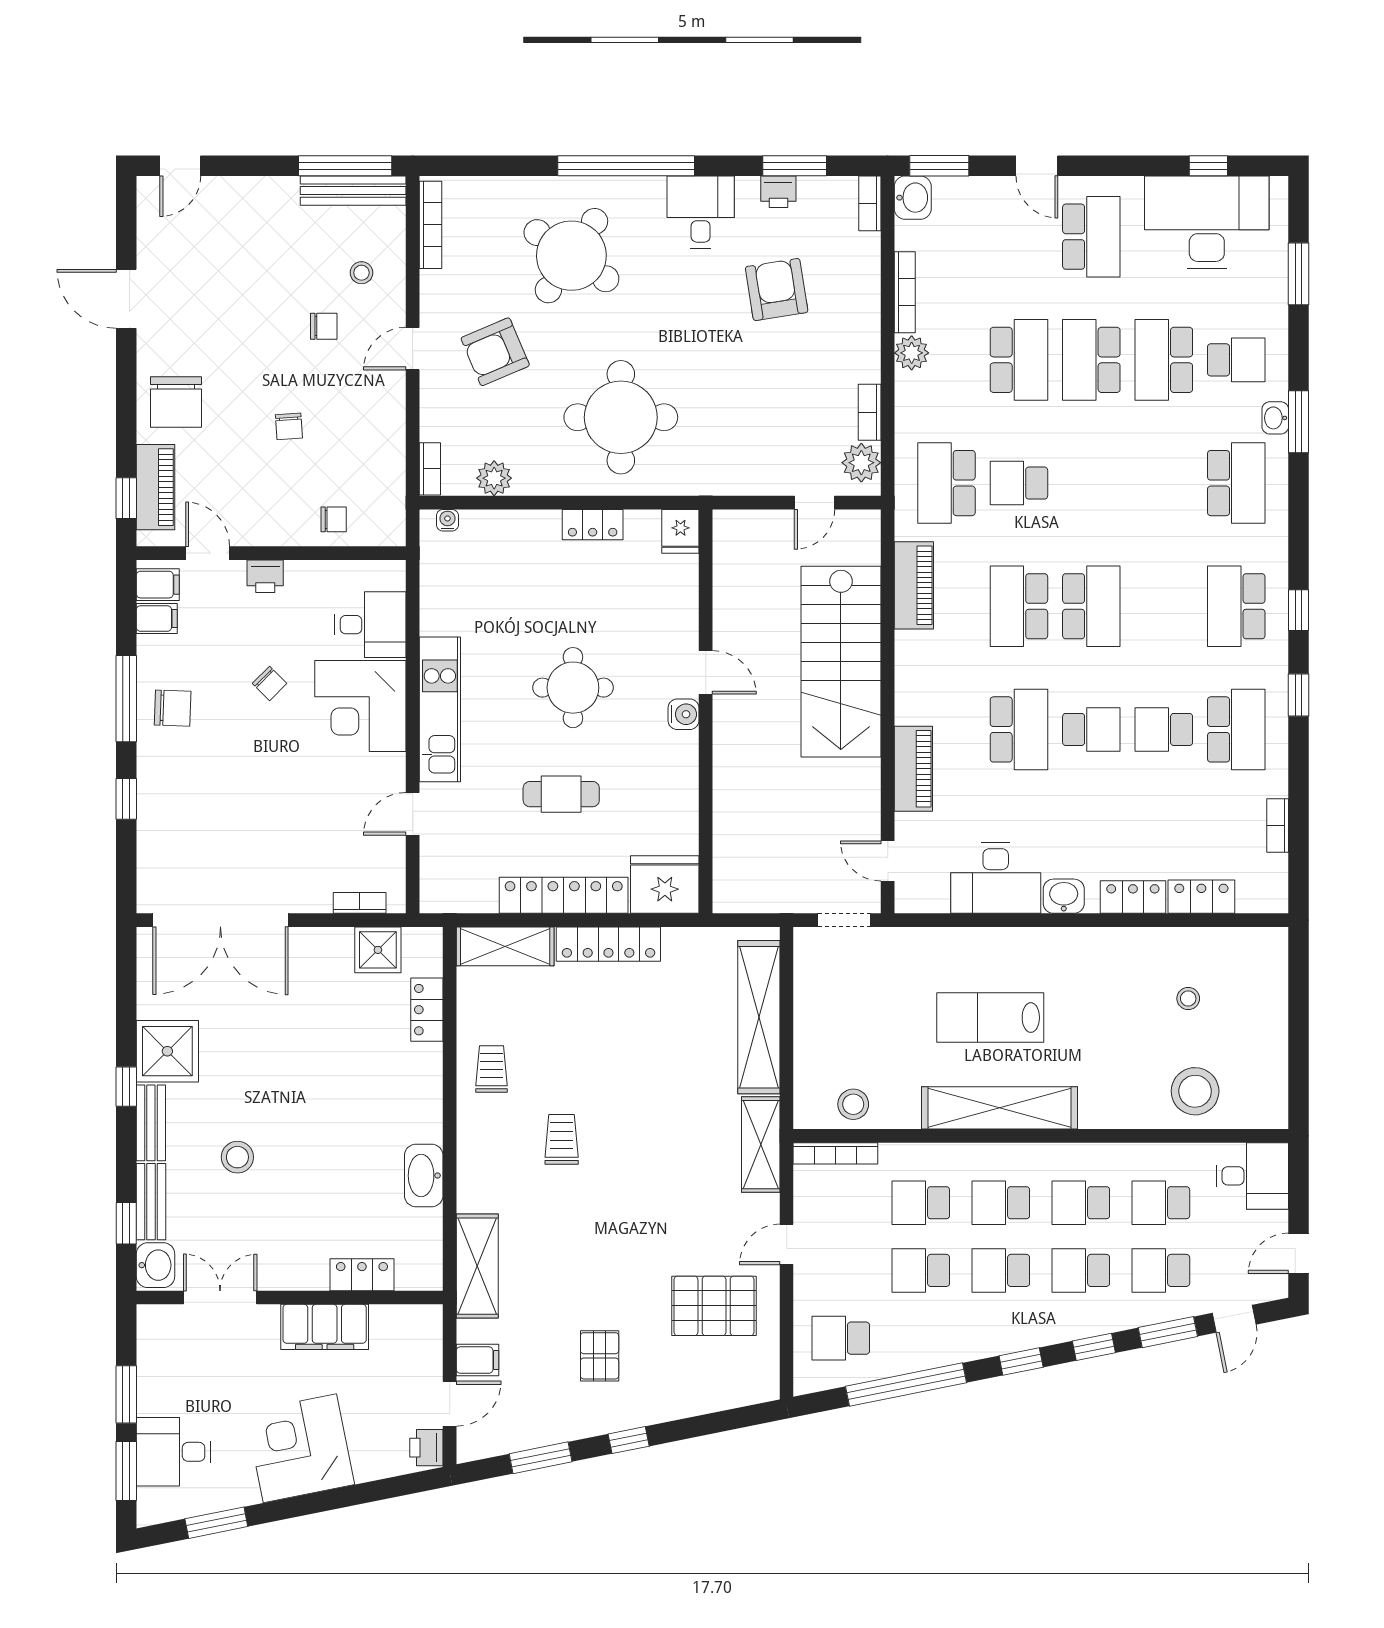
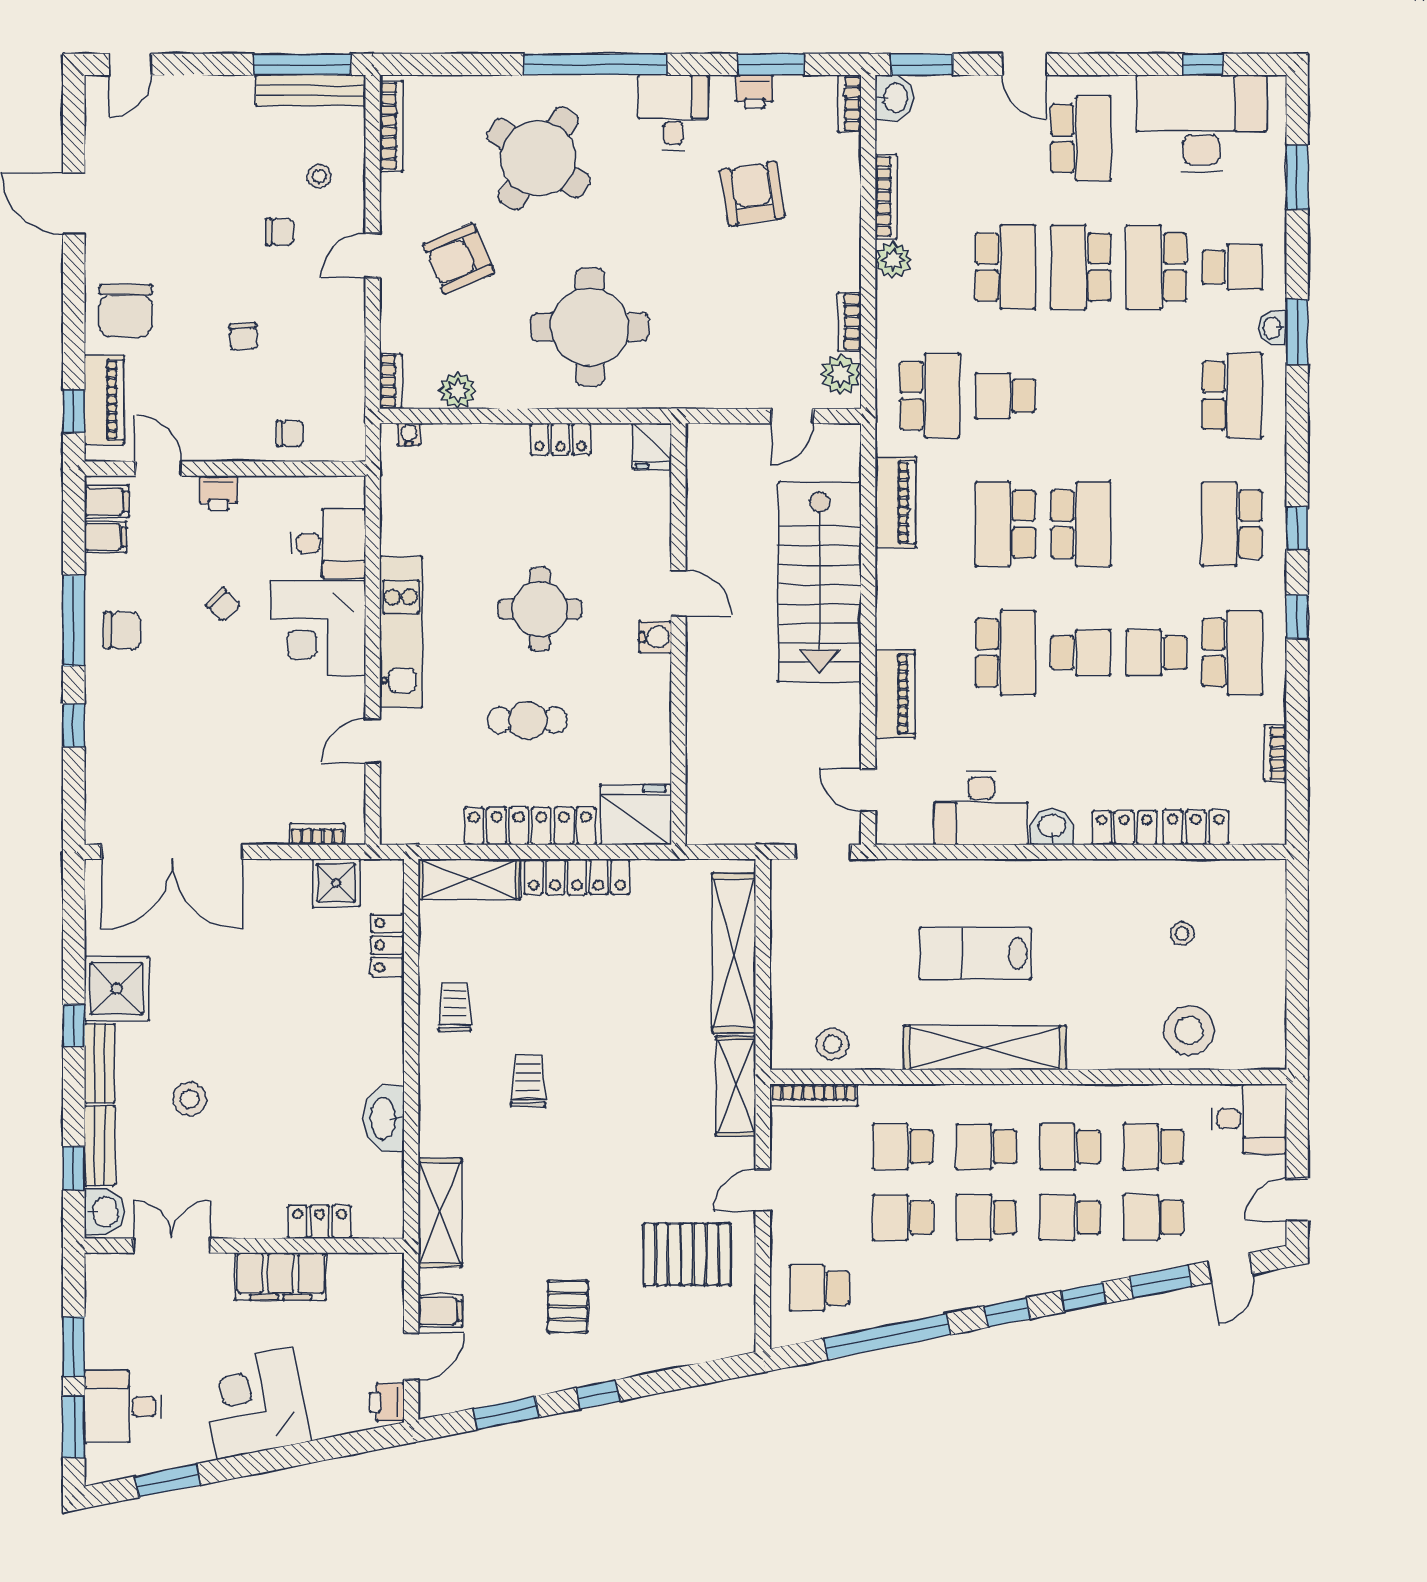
school desk: (946, 483) -> (930, 396), turned 180

